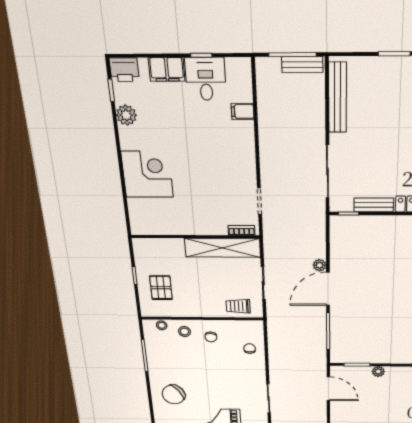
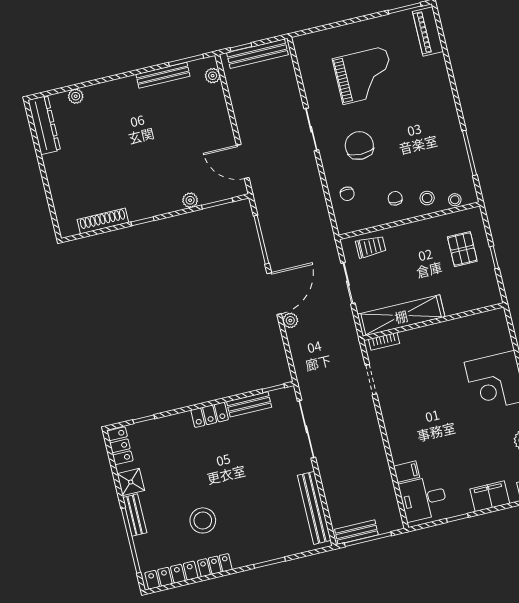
desk: (206, 79) -> (423, 499), moved, turned 90
chair: (174, 394) -> (359, 145), moved, turned -53

